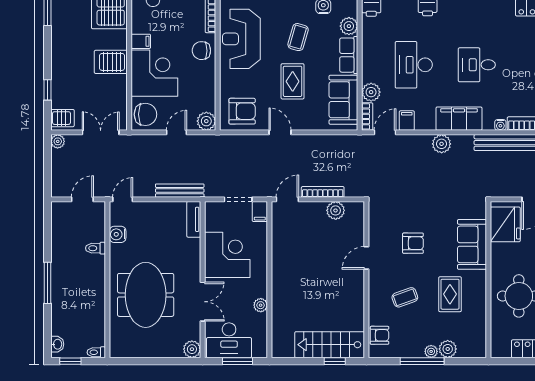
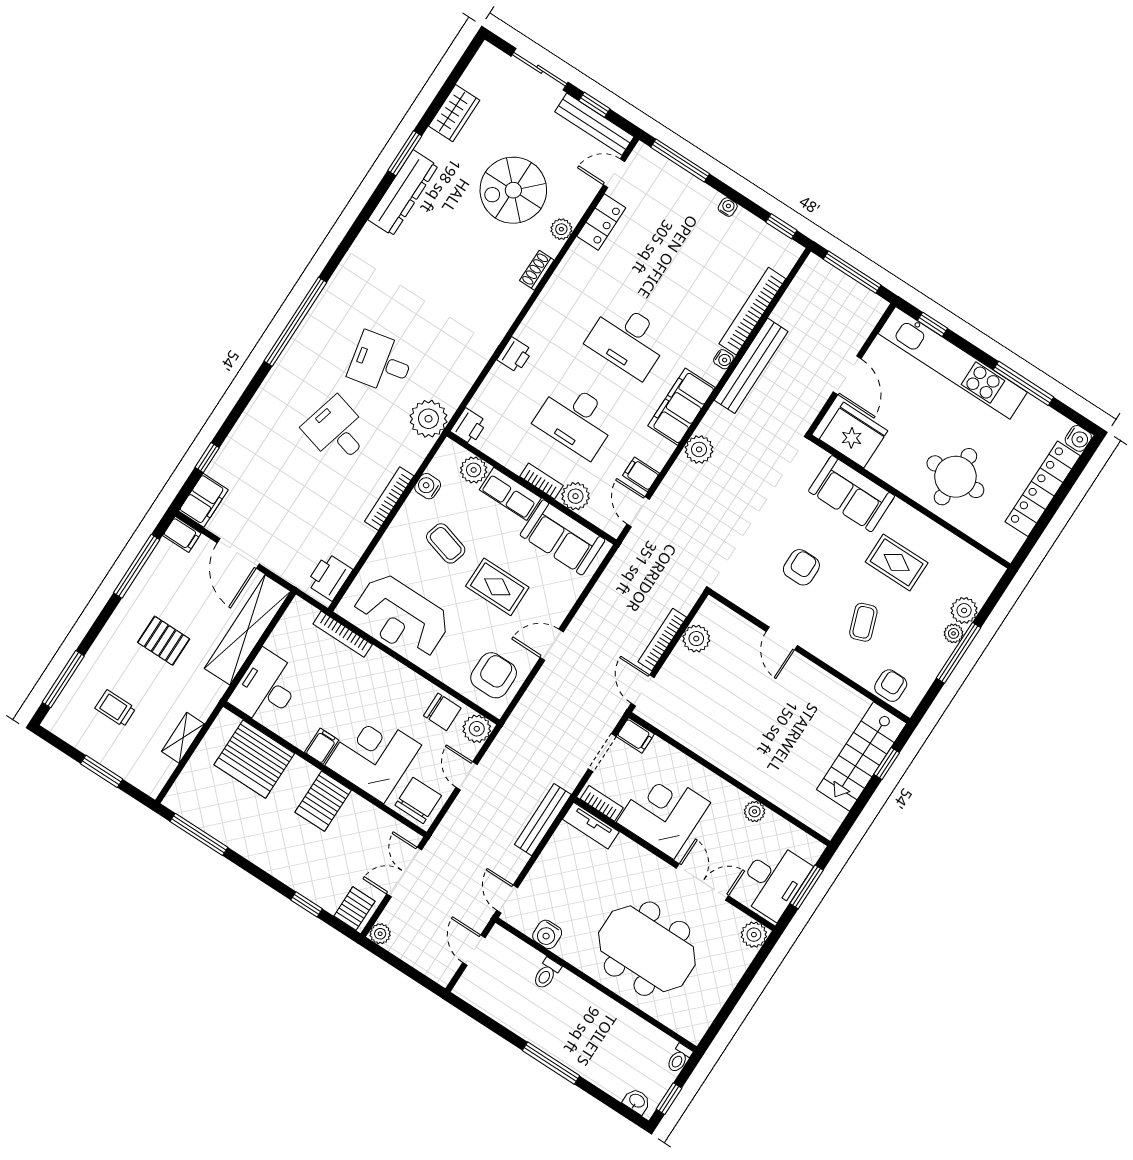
chair: (201, 51) -> (442, 712), moved, turned -90
desk: (477, 65) -> (628, 340), width x1.37
bookcase: (367, 116) -> (542, 481), moved
bookcase: (210, 217) -> (602, 803), added

